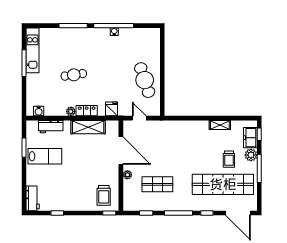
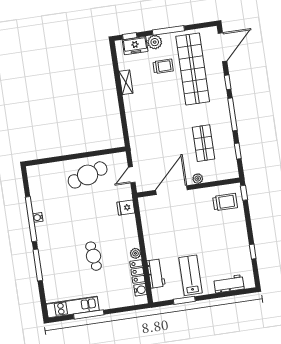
locker: (87, 111) -> (137, 271), moved
shelving: (88, 127) -> (150, 231), removed
workbench: (33, 198) -> (229, 284), moved

